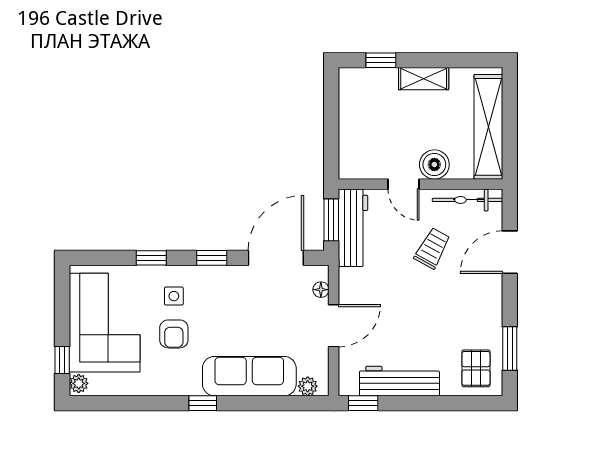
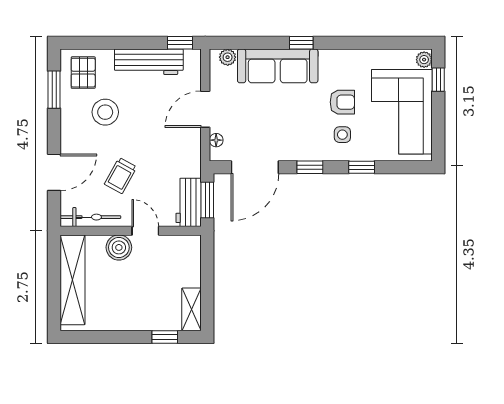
shelving: (424, 79) -> (192, 309), moved, turned 90
workbench: (353, 228) -> (189, 202), width x0.73
stool: (450, 322) -> (105, 112), added
armchair: (174, 334) -> (342, 102), turned 90
window: (203, 403) -> (301, 43), moved

